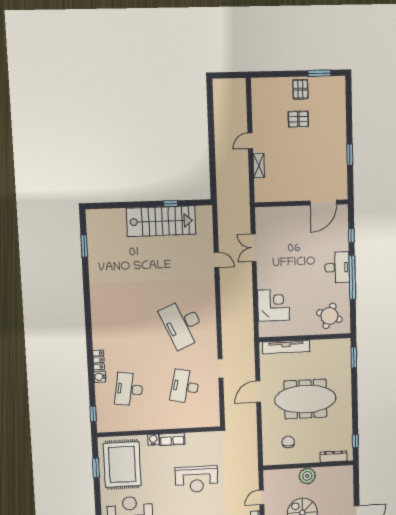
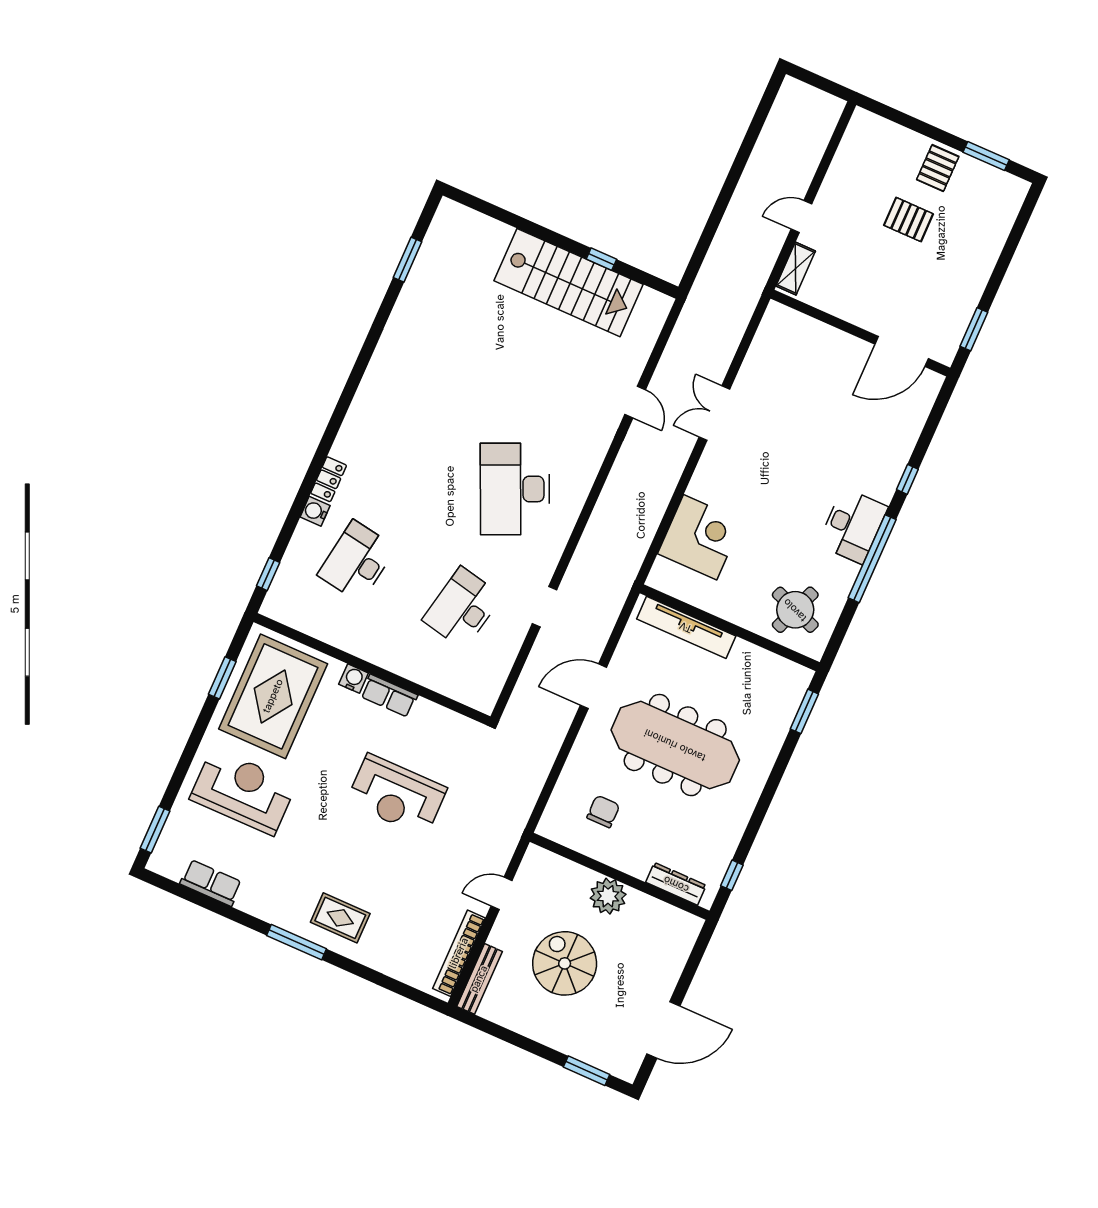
wall: (301, 203) -> (860, 333), moved
door: (323, 203) -> (902, 351), moved

